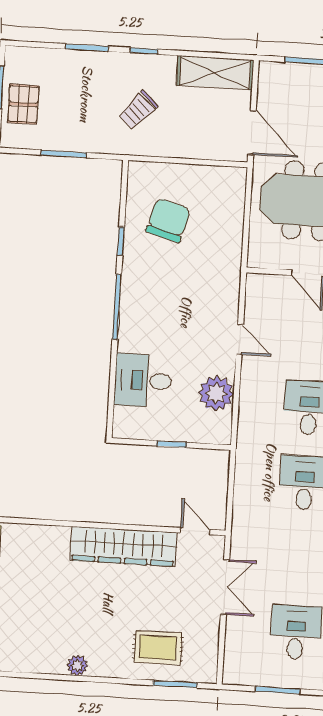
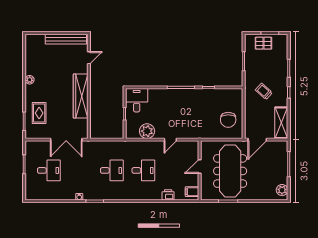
chair: (168, 220) -> (228, 120), moved, turned 74
desk: (143, 380) -> (137, 100), moved
door: (195, 531) -> (89, 58), moved
double door: (225, 587) -> (66, 140), width x1.37

